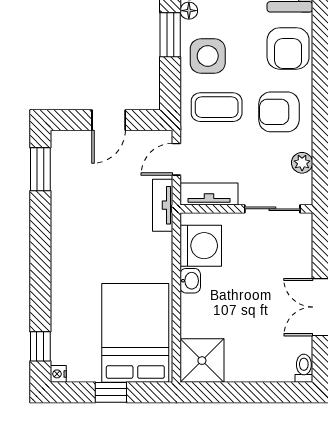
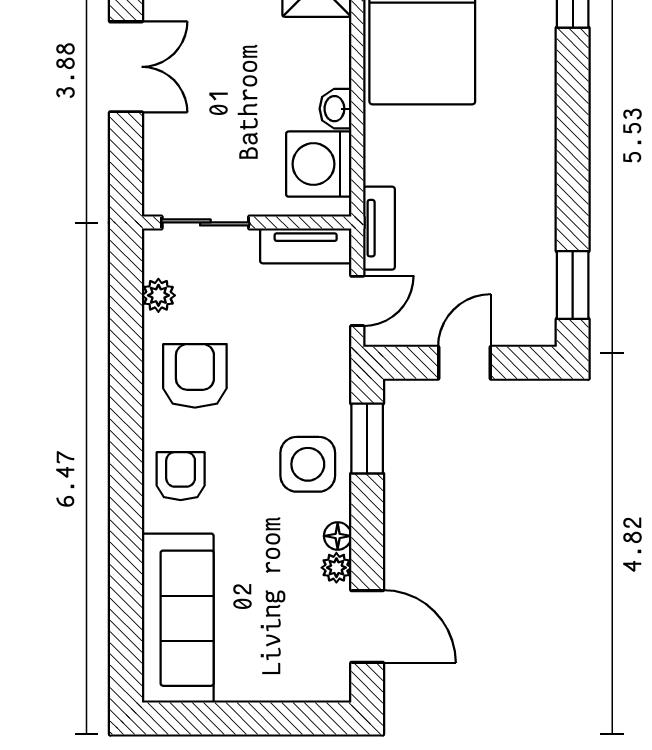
window: (170, 35) -> (367, 438), moved
armchair: (288, 48) -> (181, 476), width x0.72, depth x0.72
coffee table: (217, 107) -> (294, 383), removed
armchair: (279, 112) -> (195, 376), turned -90

